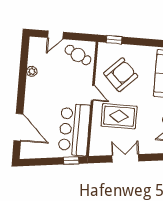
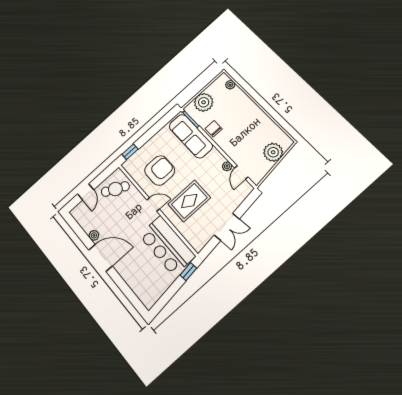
armchair: (121, 75) -> (160, 170), turned 45
door: (18, 127) -> (100, 258), moved
double door: (125, 158) -> (227, 227), swing flipped

